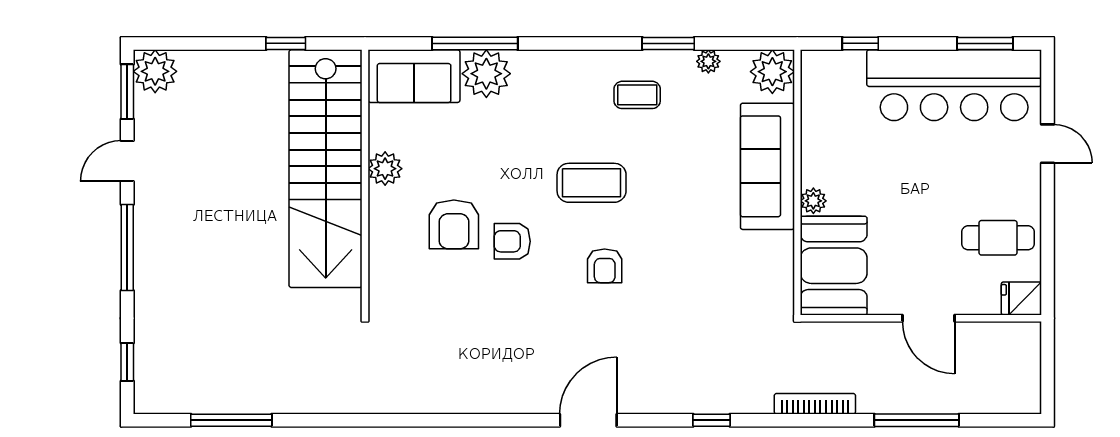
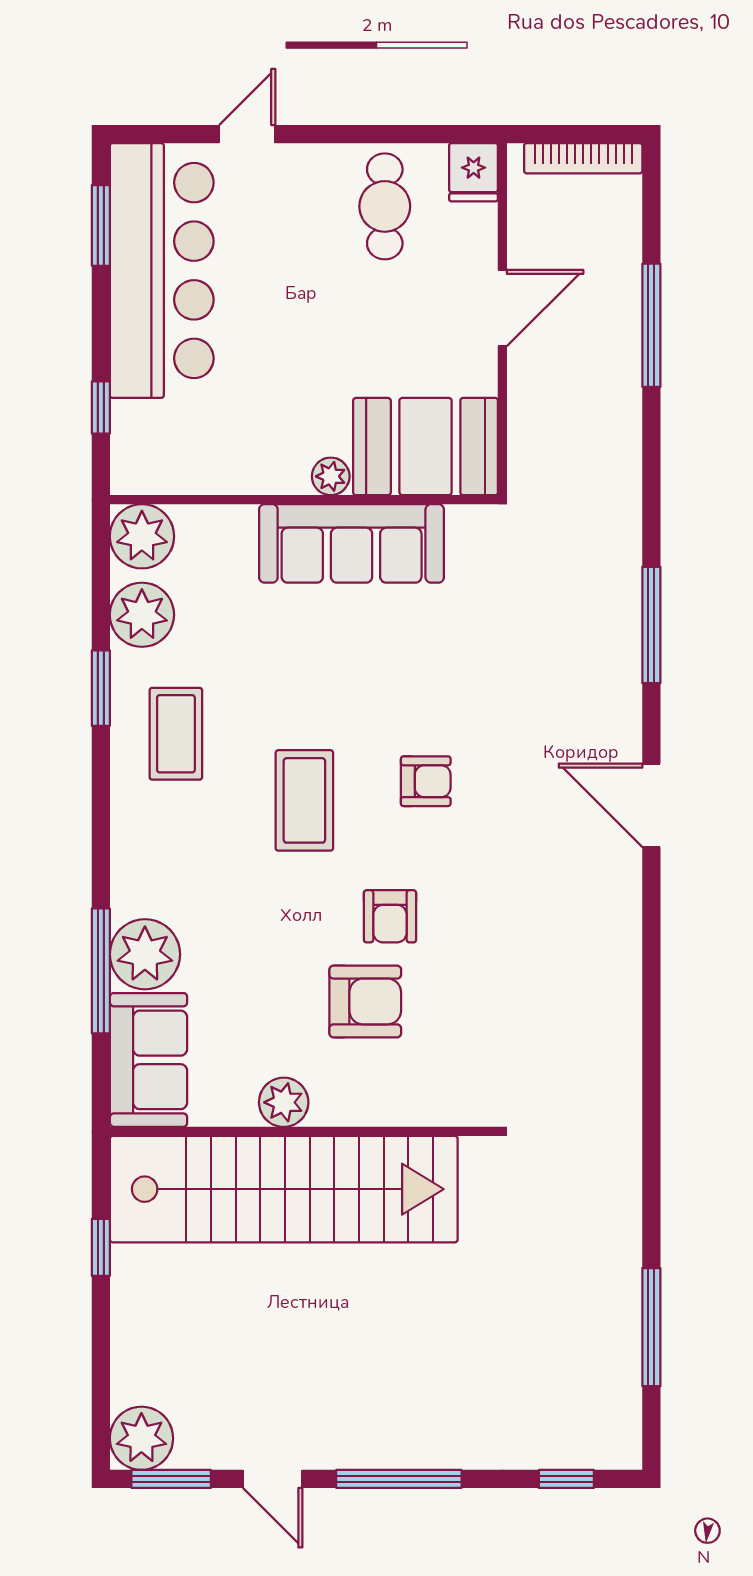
plant: (708, 61) -> (142, 615), width x1.88, depth x1.88
coffee table: (637, 95) -> (176, 734), width x1.36, depth x1.30
sofa: (767, 166) -> (352, 543), moved
bookcase: (815, 404) -> (583, 158), moved, turned -90
window: (712, 420) -> (651, 625), width x2.17

